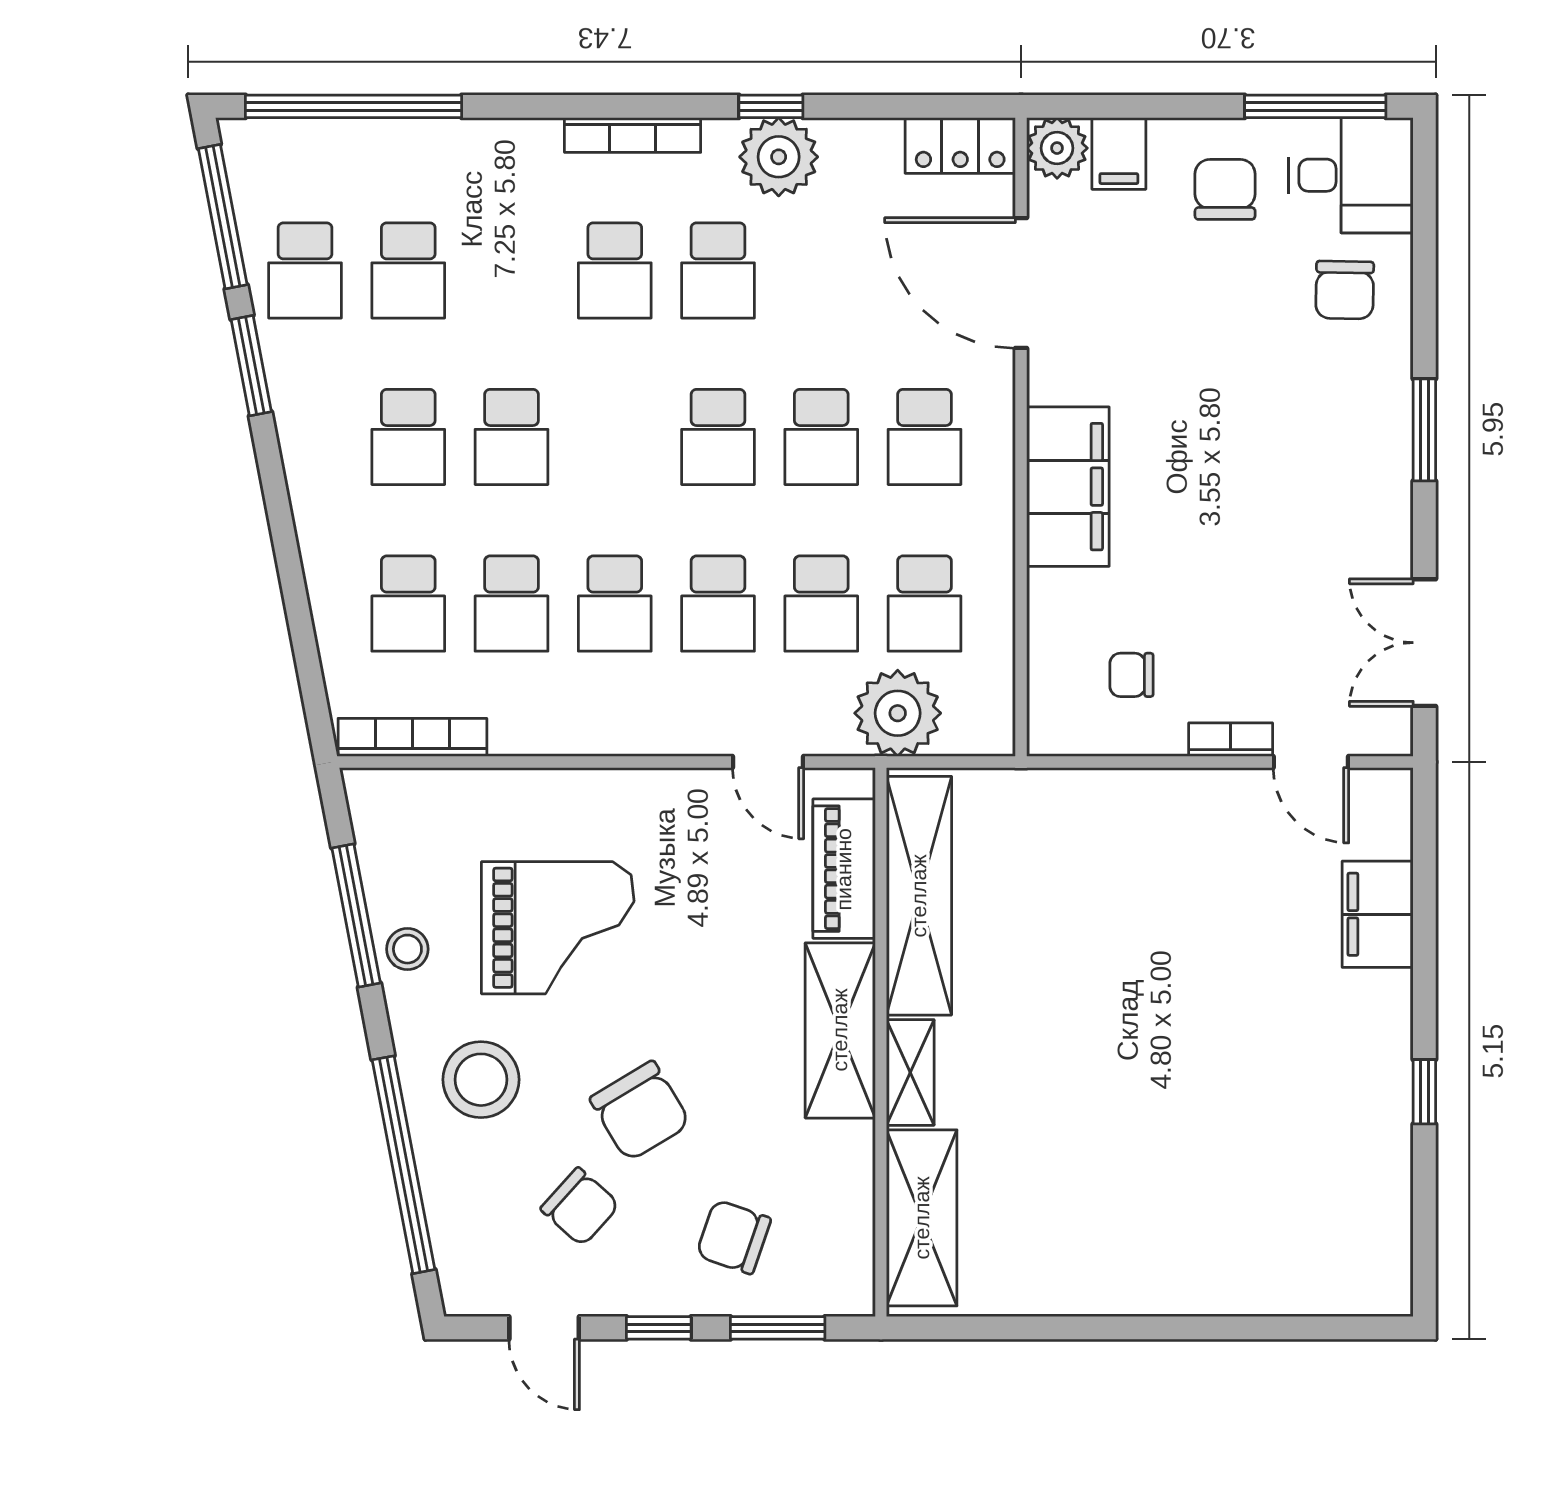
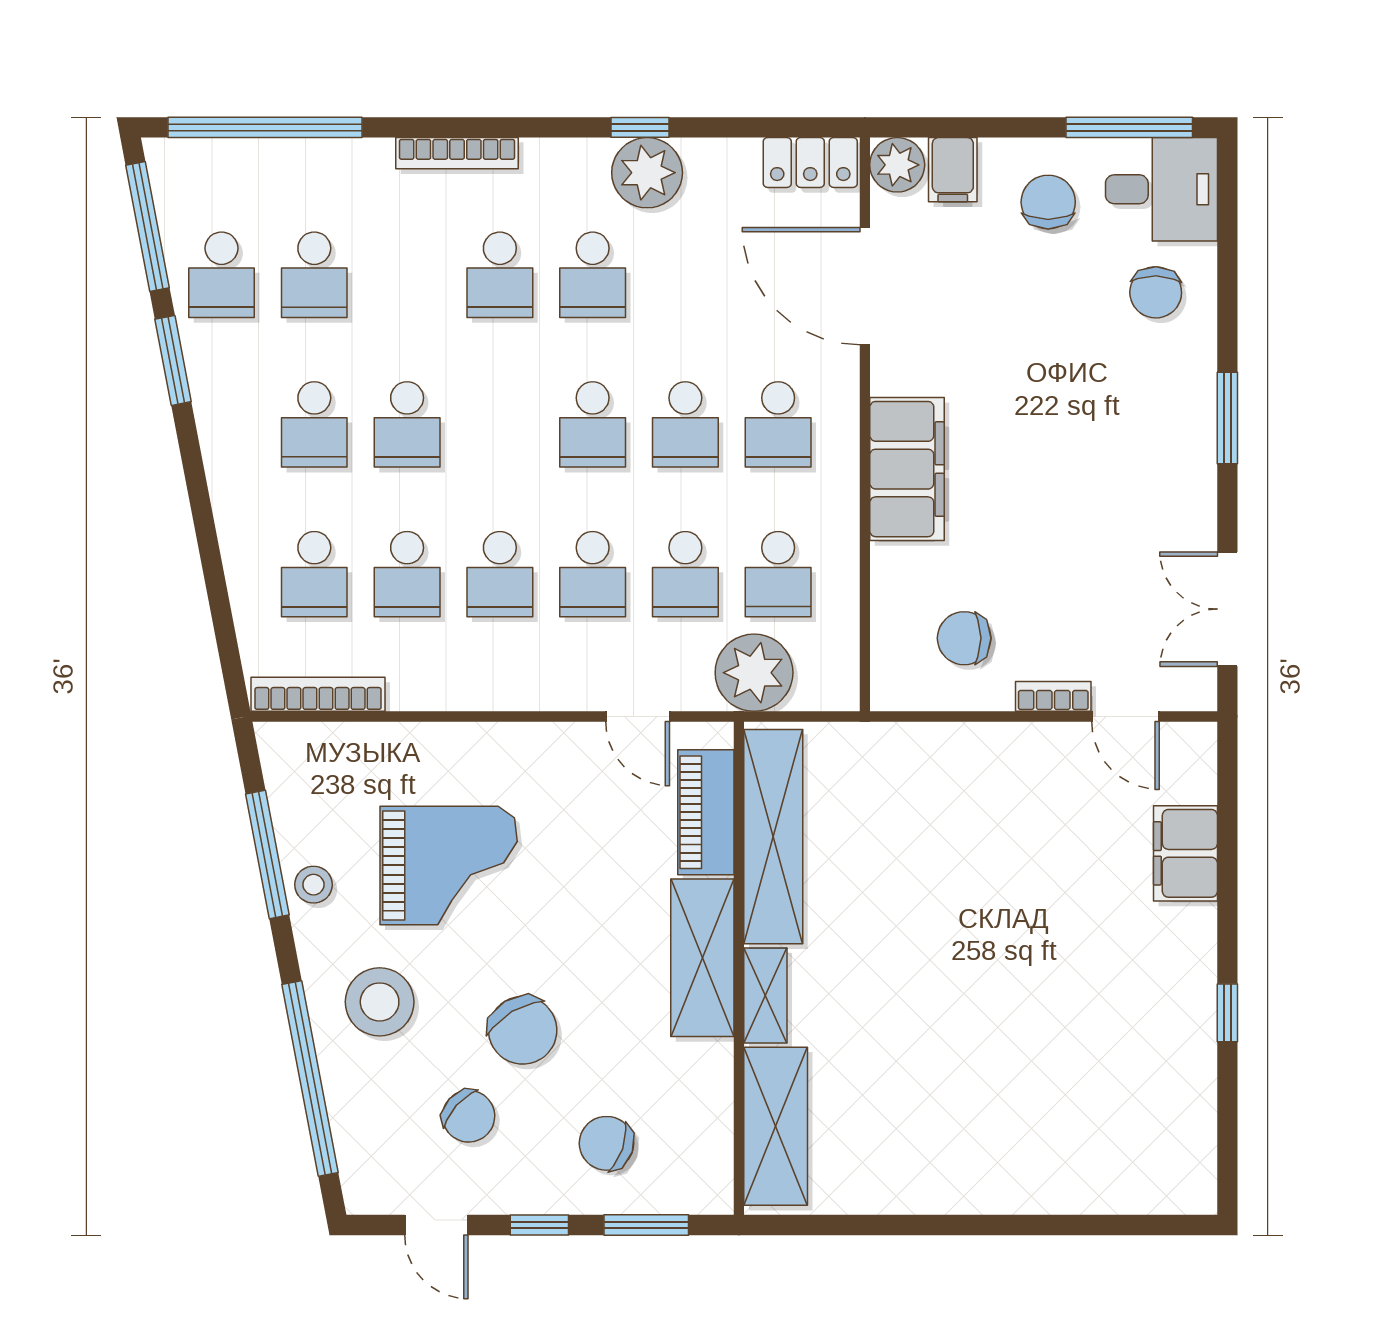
bookcase: (633, 135) -> (457, 153), moved
chair: (1131, 675) -> (964, 638), width x1.37, depth x1.37

